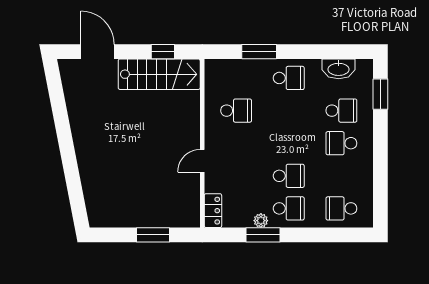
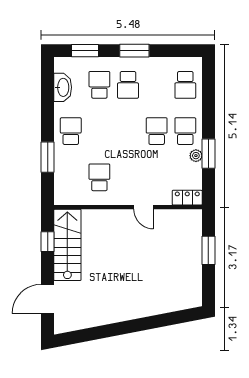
window: (380, 150) -> (134, 51), added

